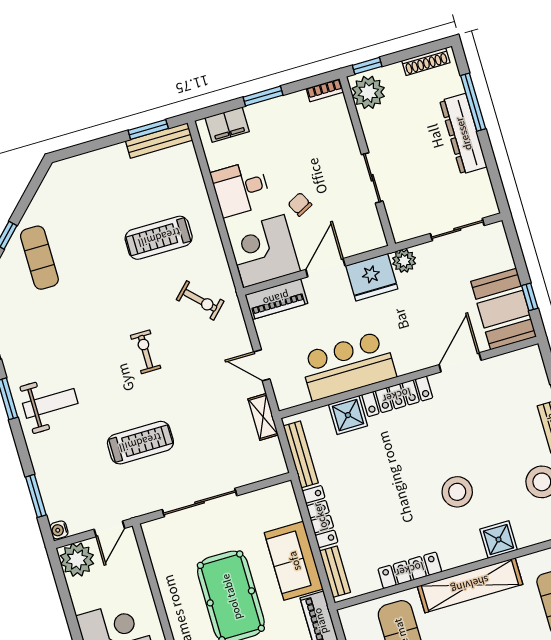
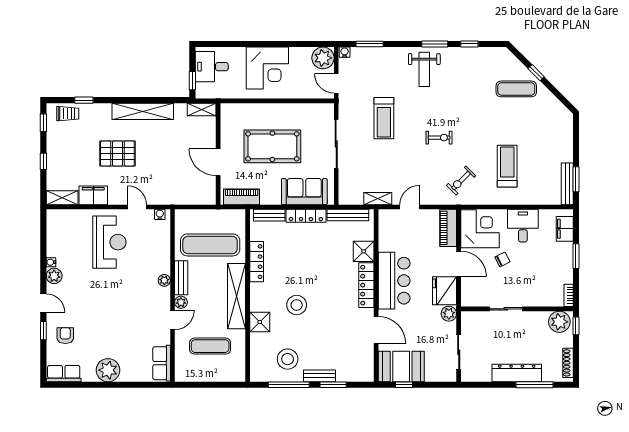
bar counter: (348, 366) -> (394, 281), moved
sofa: (294, 561) -> (304, 192), moved

